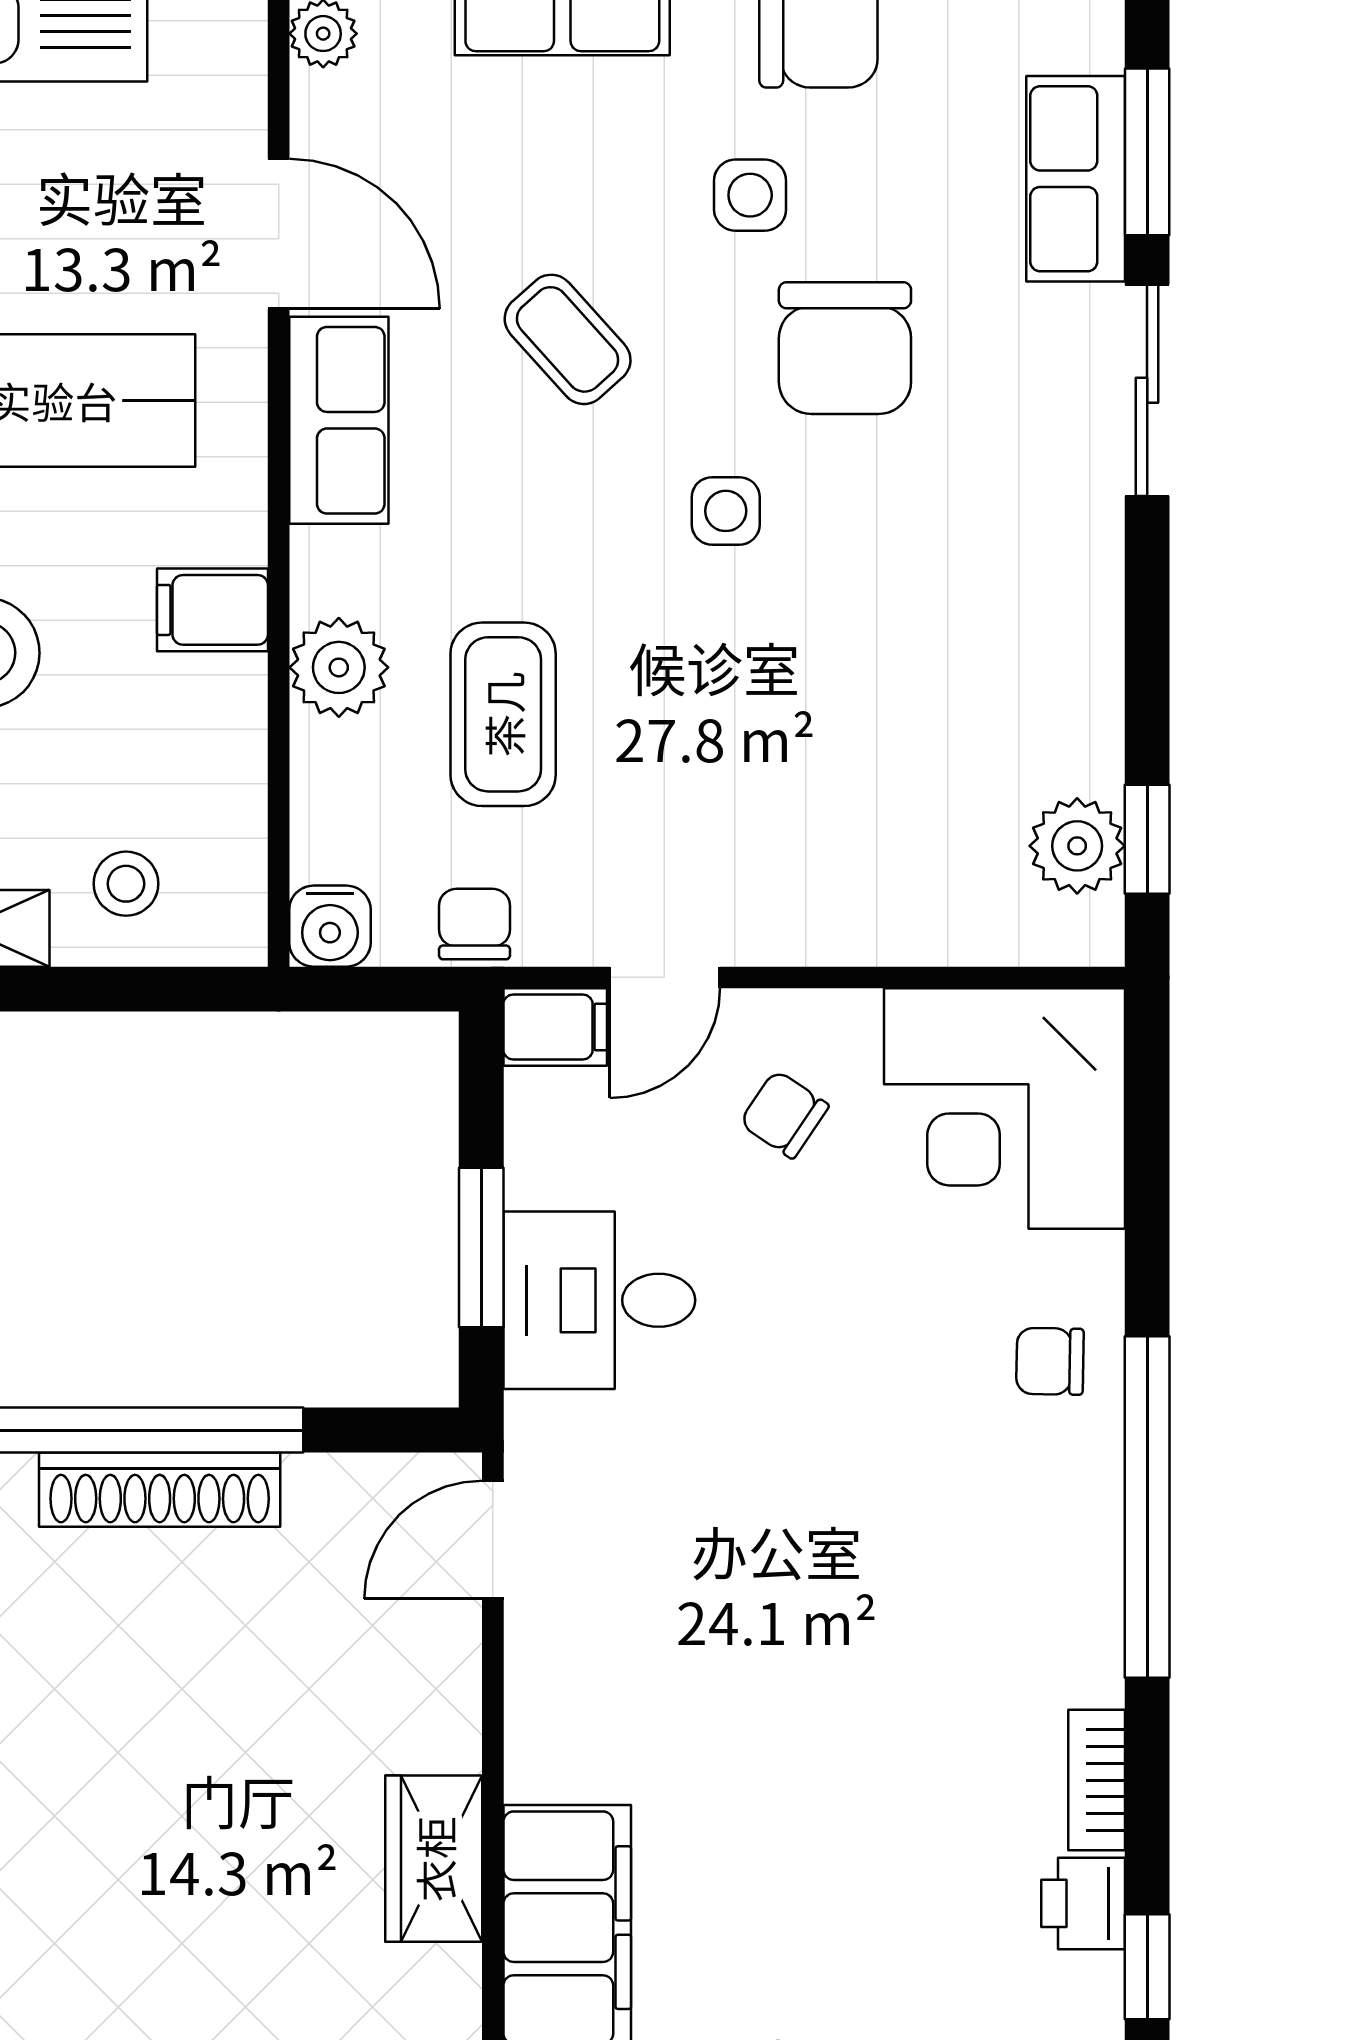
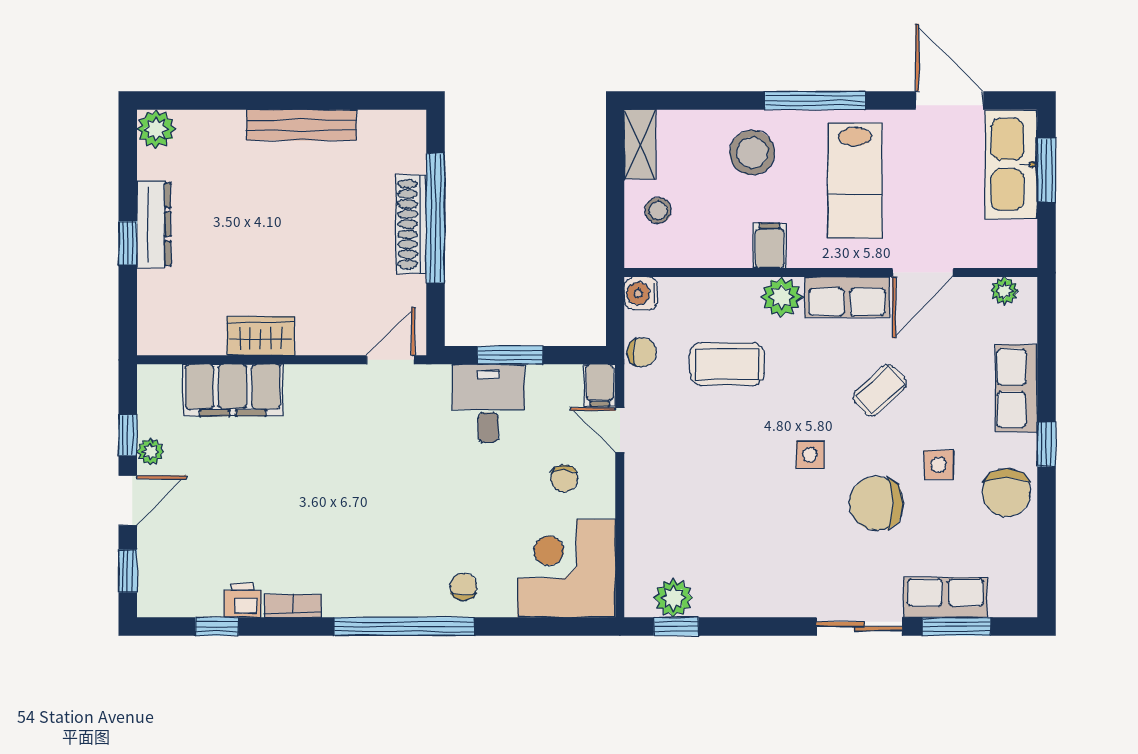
plant: (339, 667) -> (782, 297), moved
chair: (784, 1114) -> (564, 479), turned 146
door: (493, 1540) -> (391, 360), hinge flipped

